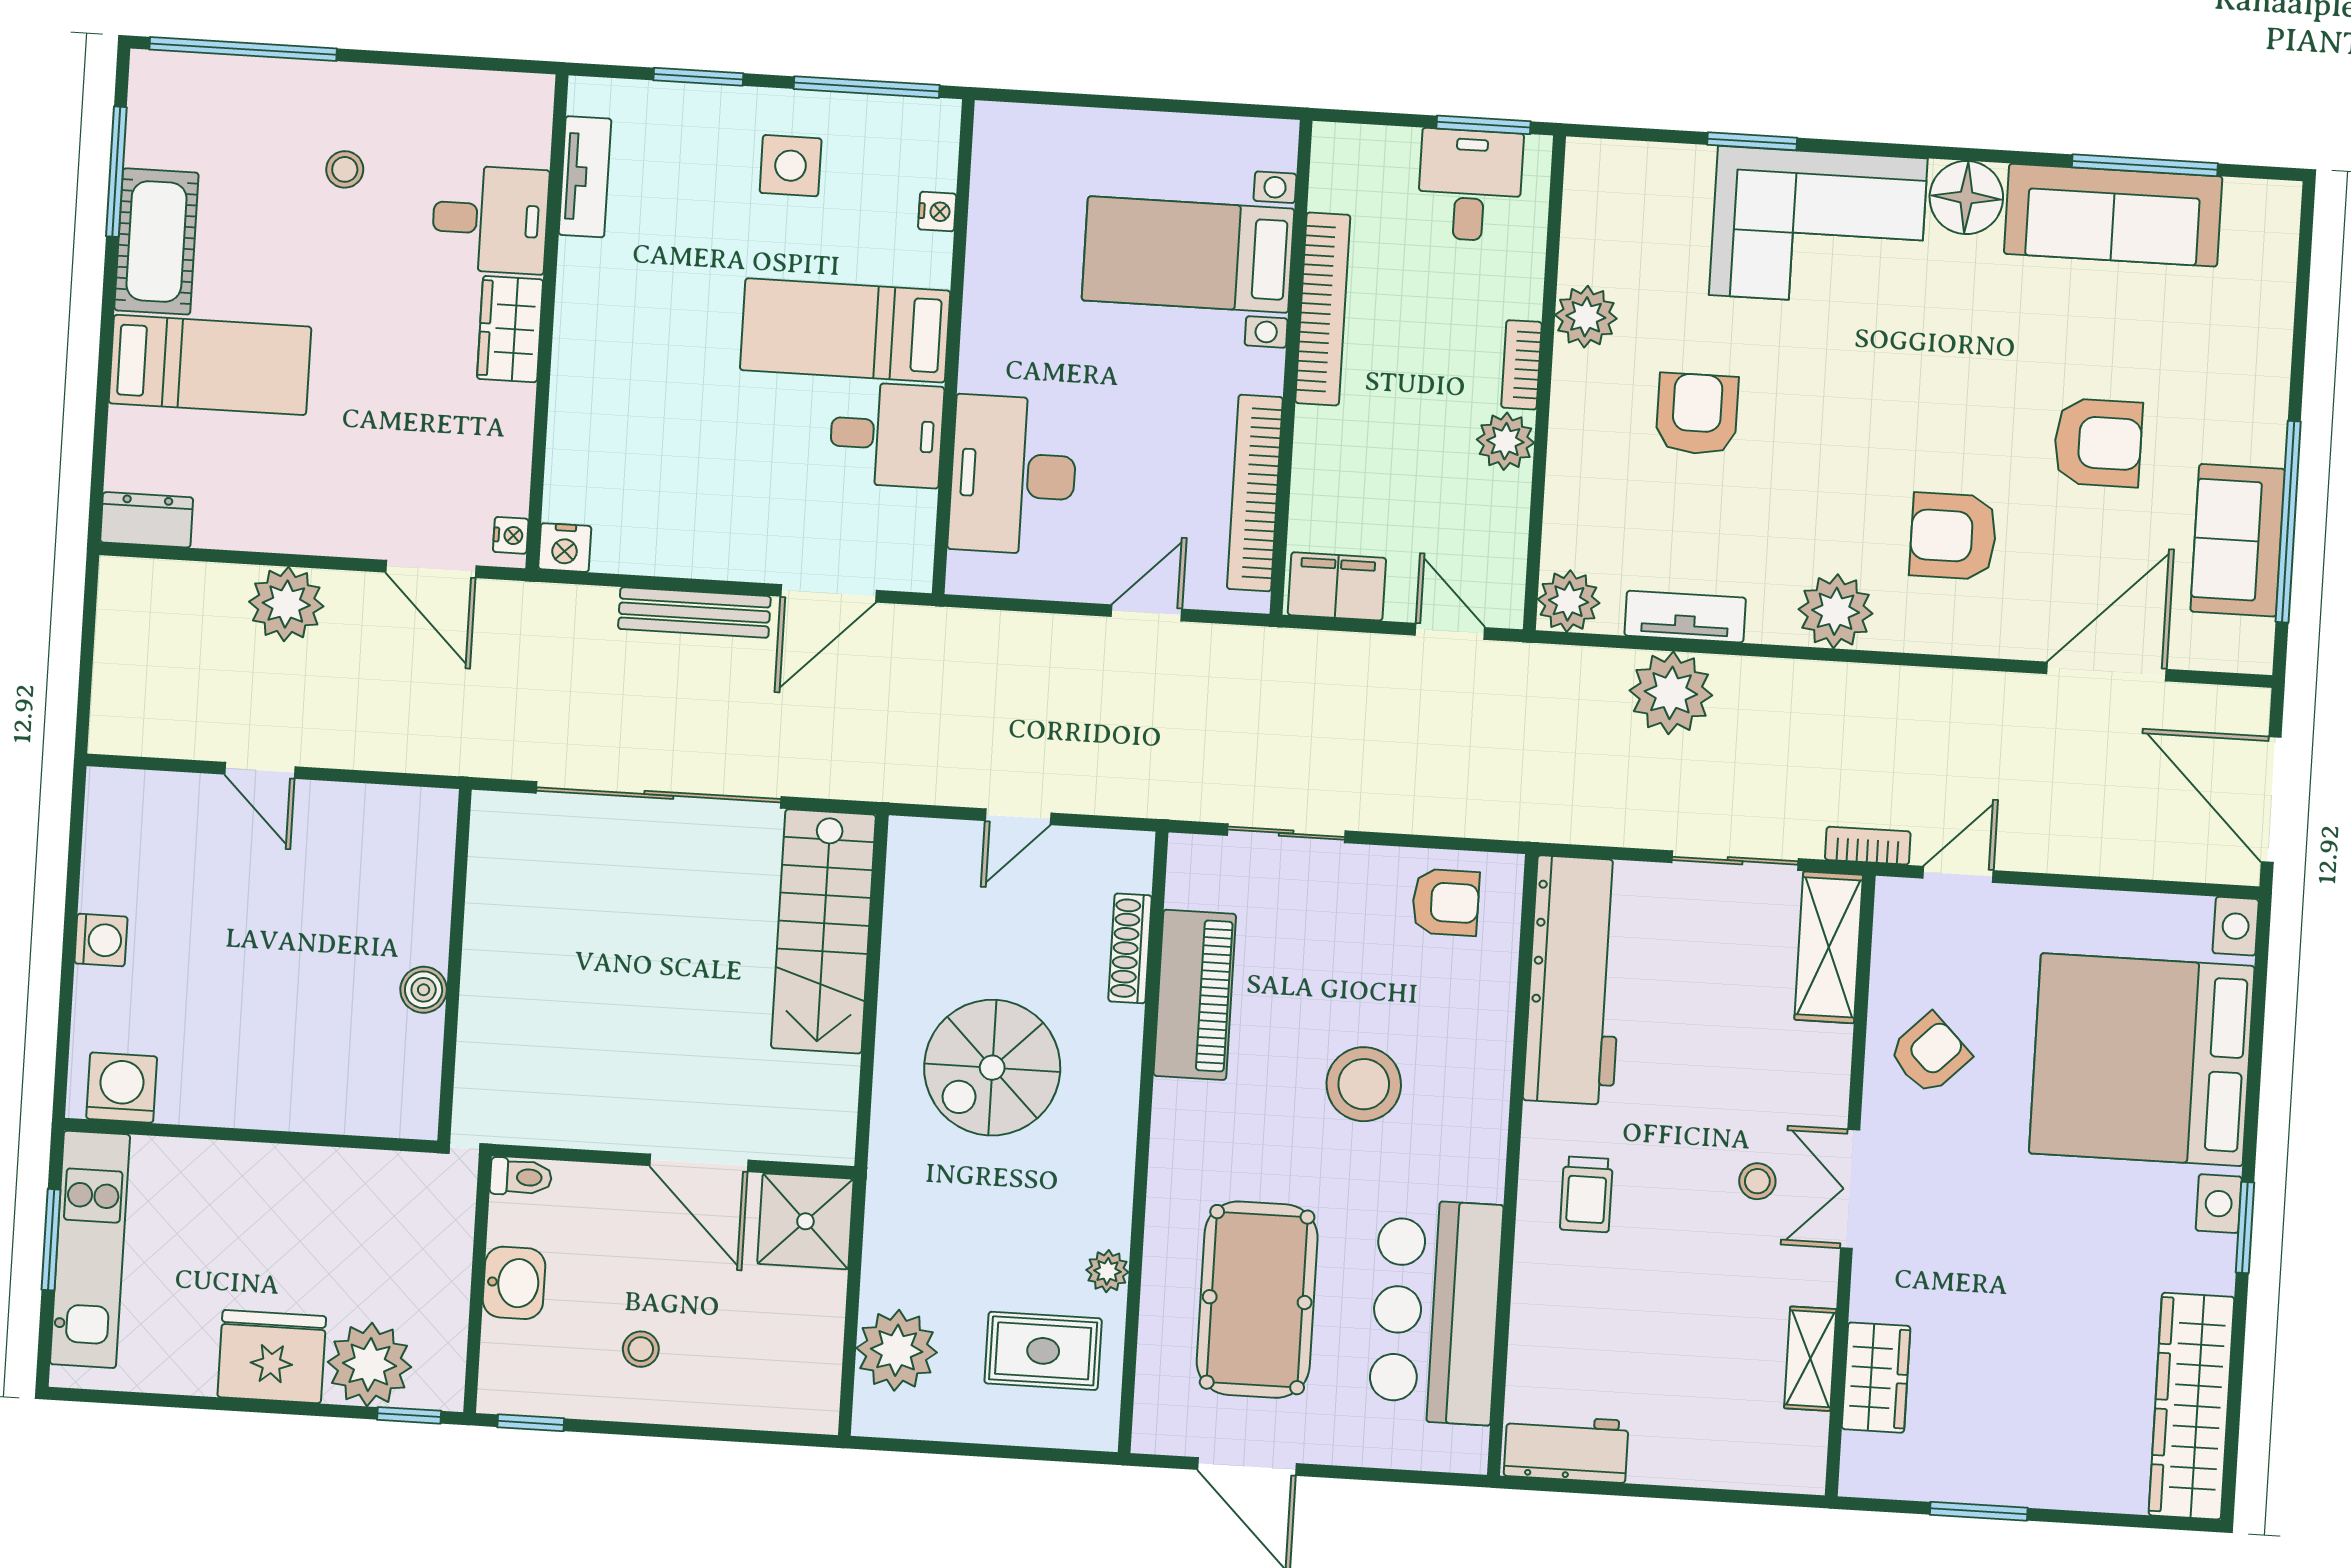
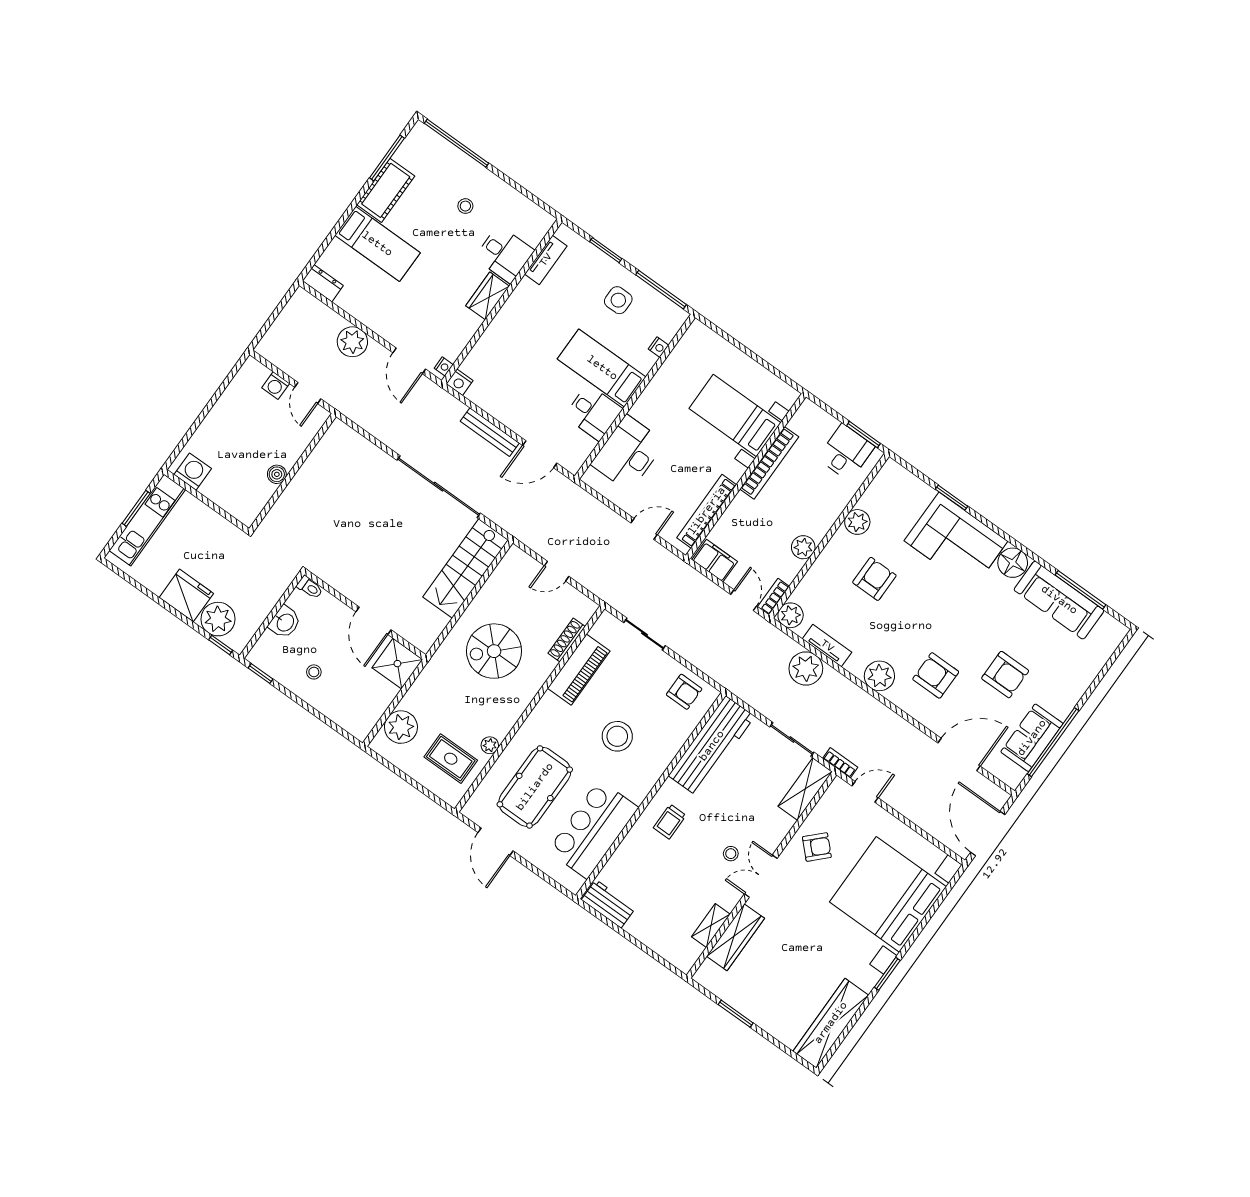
bookcase: (1522, 365) -> (773, 597), moved
washing machine: (101, 940) -> (276, 386), moved, turned 90
wall: (455, 965) -> (293, 473), moved
boiler: (424, 990) -> (277, 474), moved
wardrobe: (1876, 1378) -> (736, 937), width x1.50

